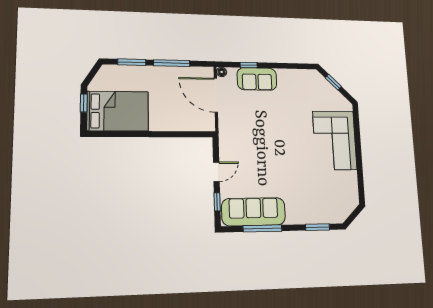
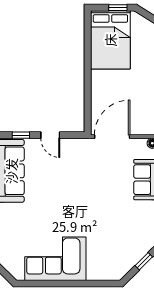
door: (216, 95) -> (112, 137), moved
corner sofa: (335, 140) -> (55, 259), moved

